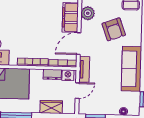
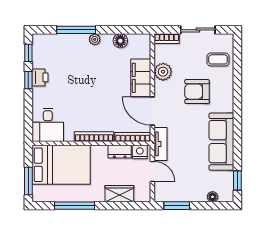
armchair: (114, 29) -> (197, 92), turned 110
door: (79, 44) -> (152, 111), hinge flipped
door: (77, 91) -> (152, 172), hinge flipped

